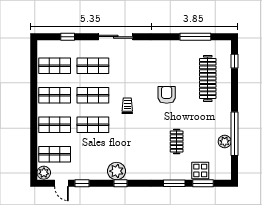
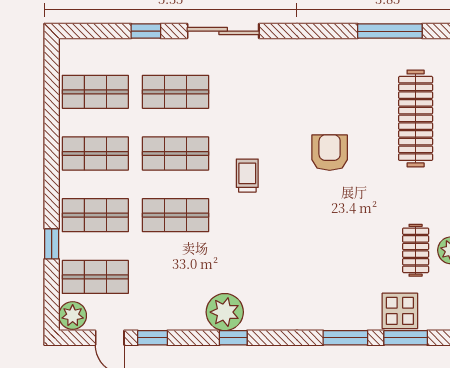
window: (68, 37) -> (146, 31), moved
window: (34, 138) -> (52, 244), added
clothes rail: (177, 142) -> (416, 250), moved

